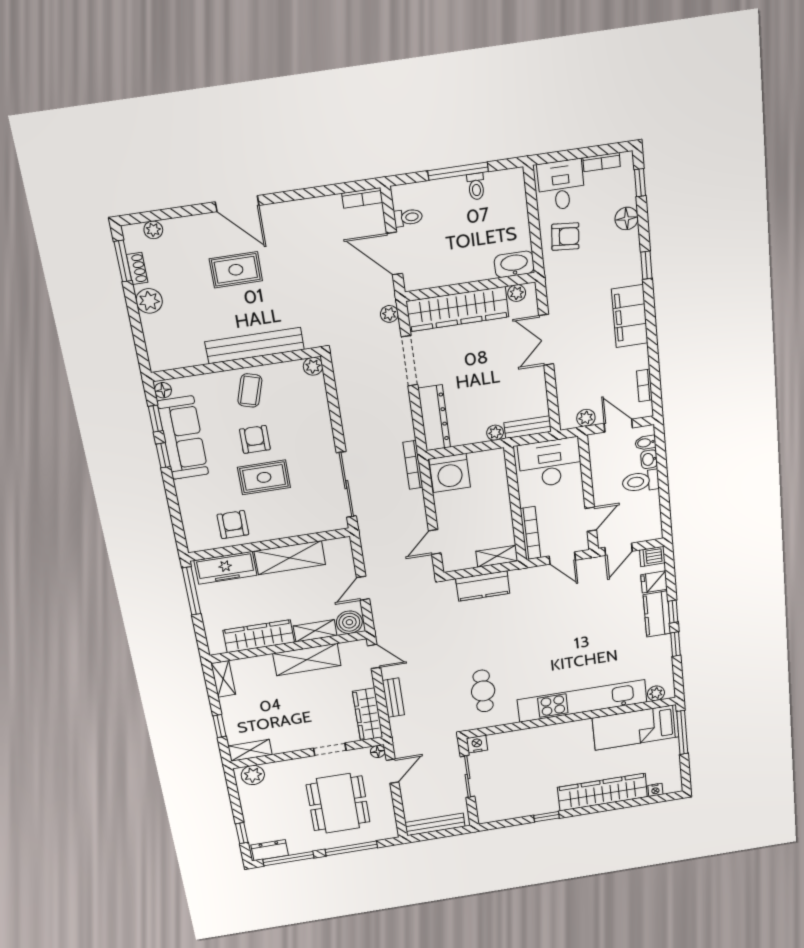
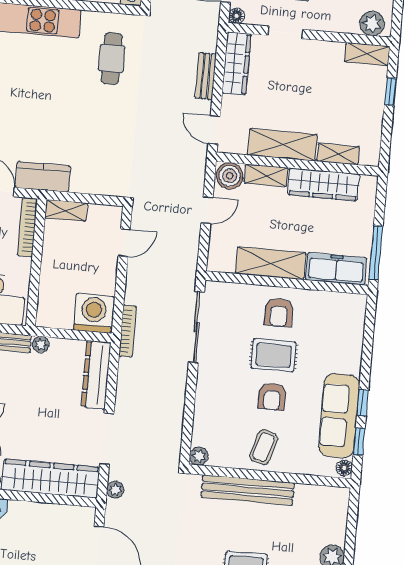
armchair: (233, 525) -> (279, 312), moved
kitchen counter: (483, 586) -> (43, 177), moved
shelving: (223, 679) -> (338, 154), moved, turned 90

